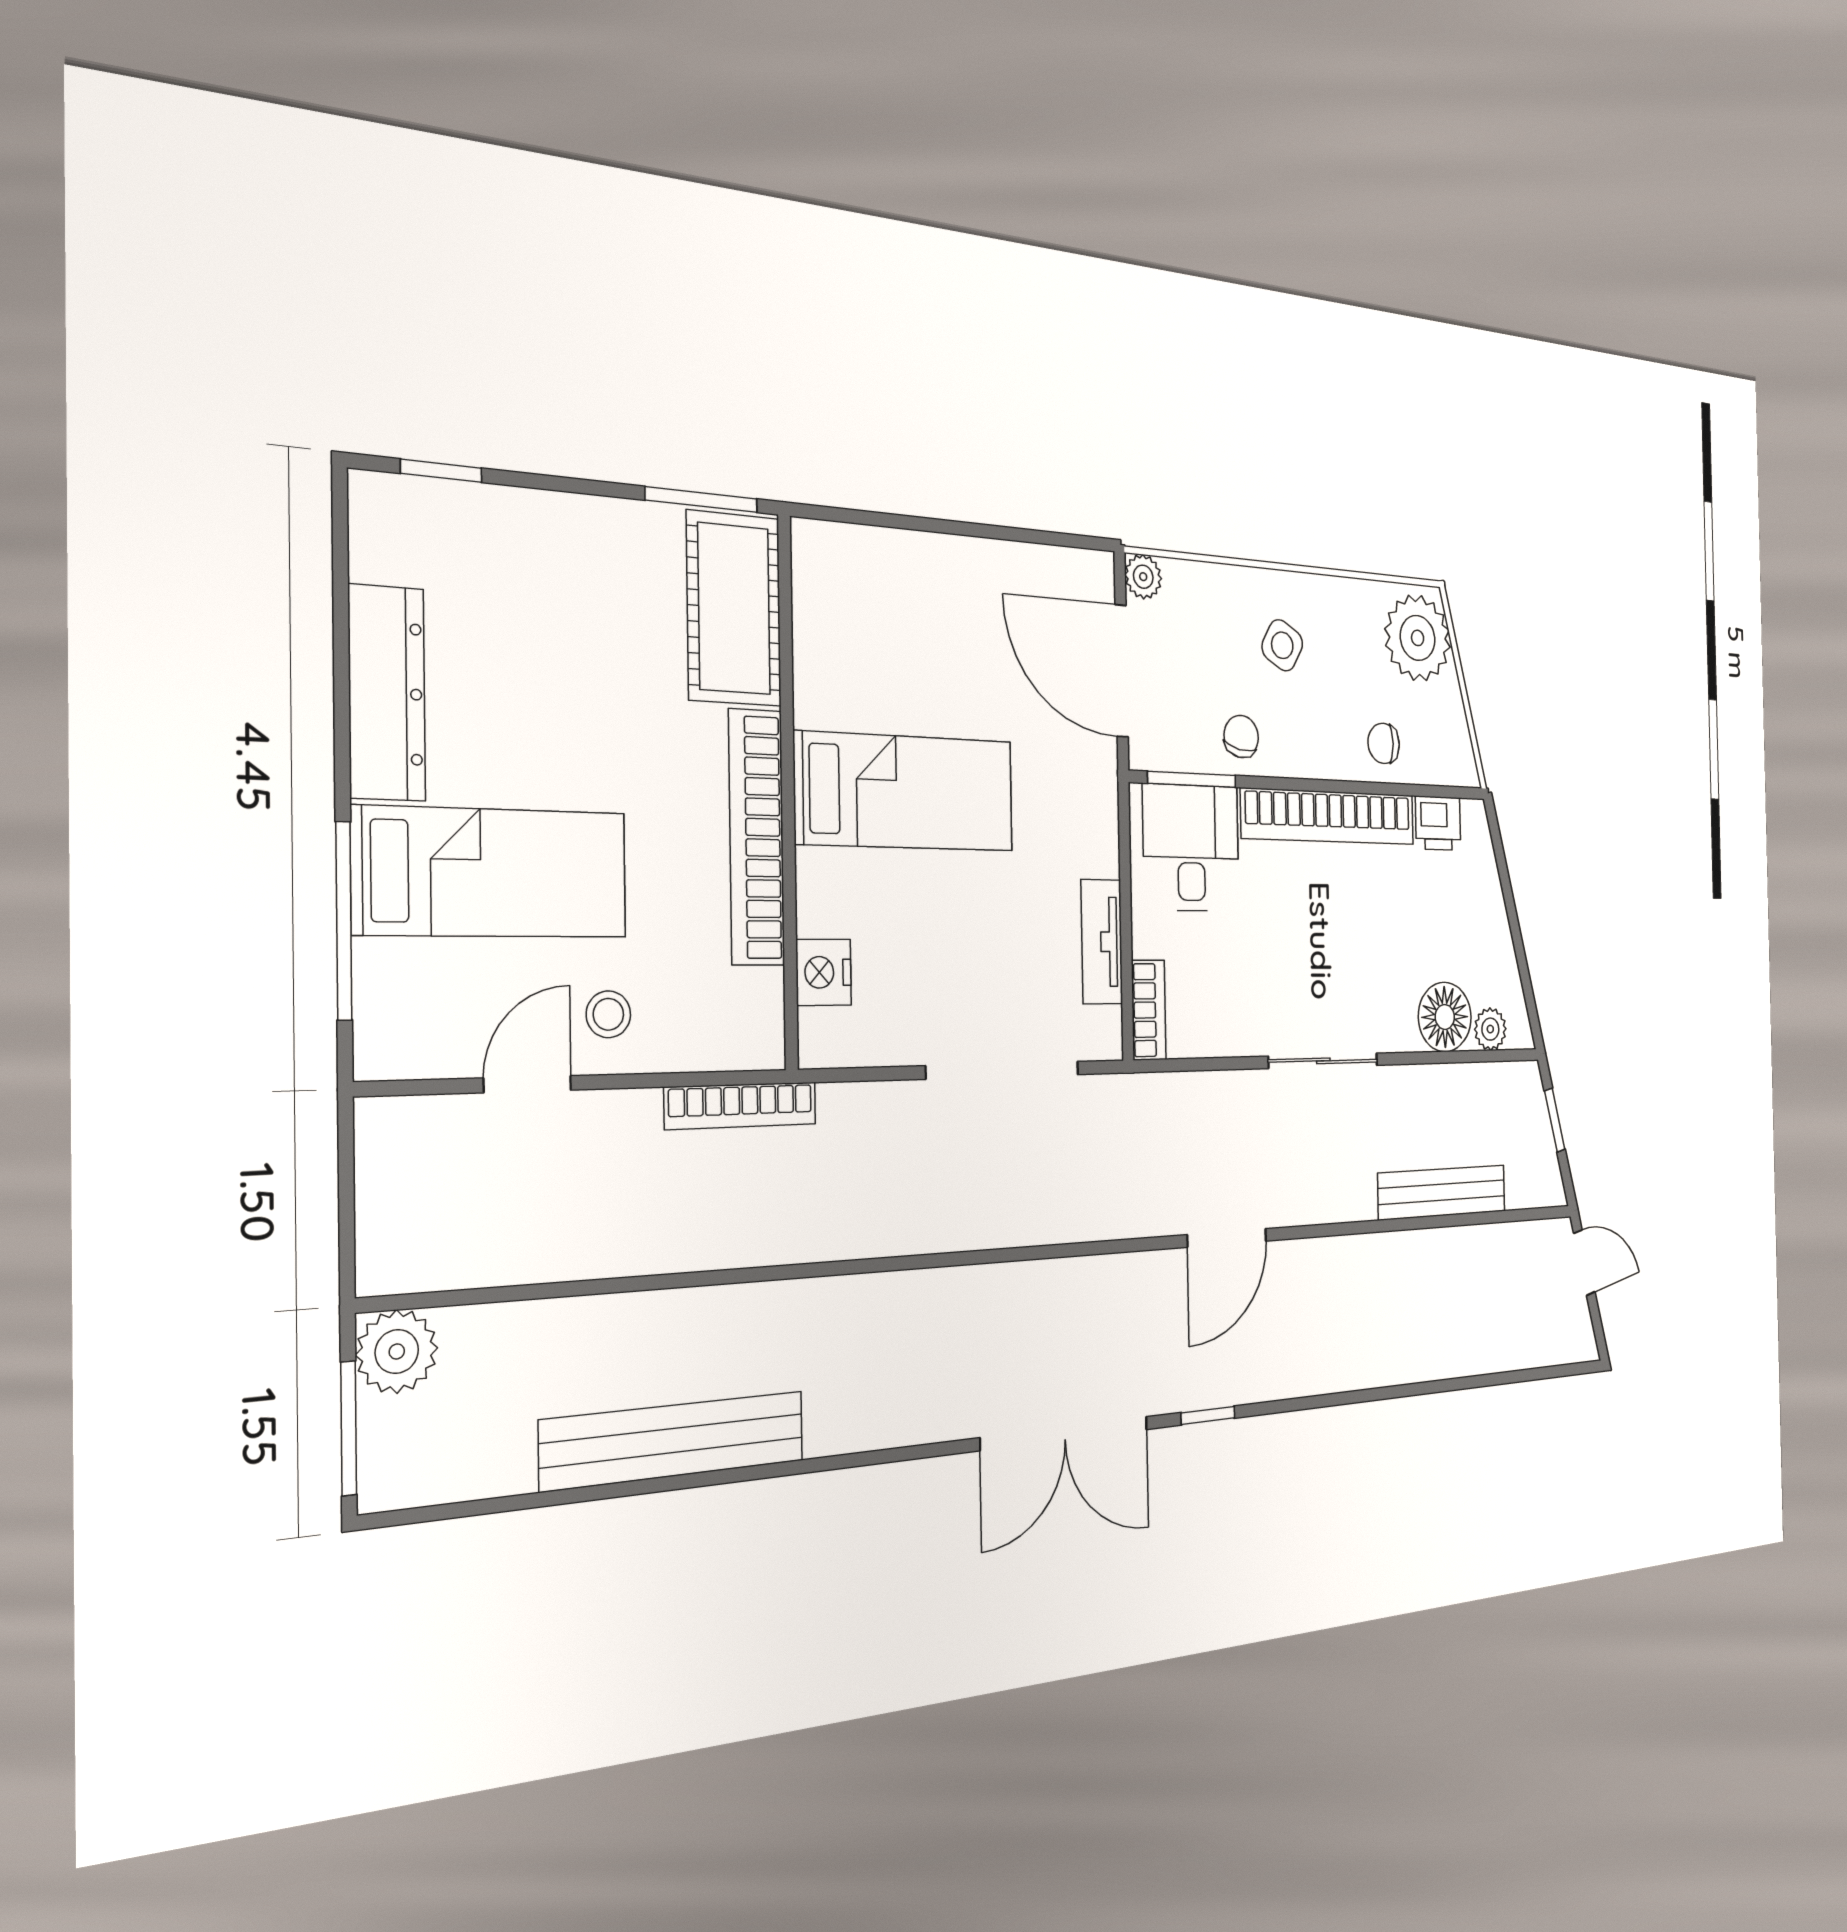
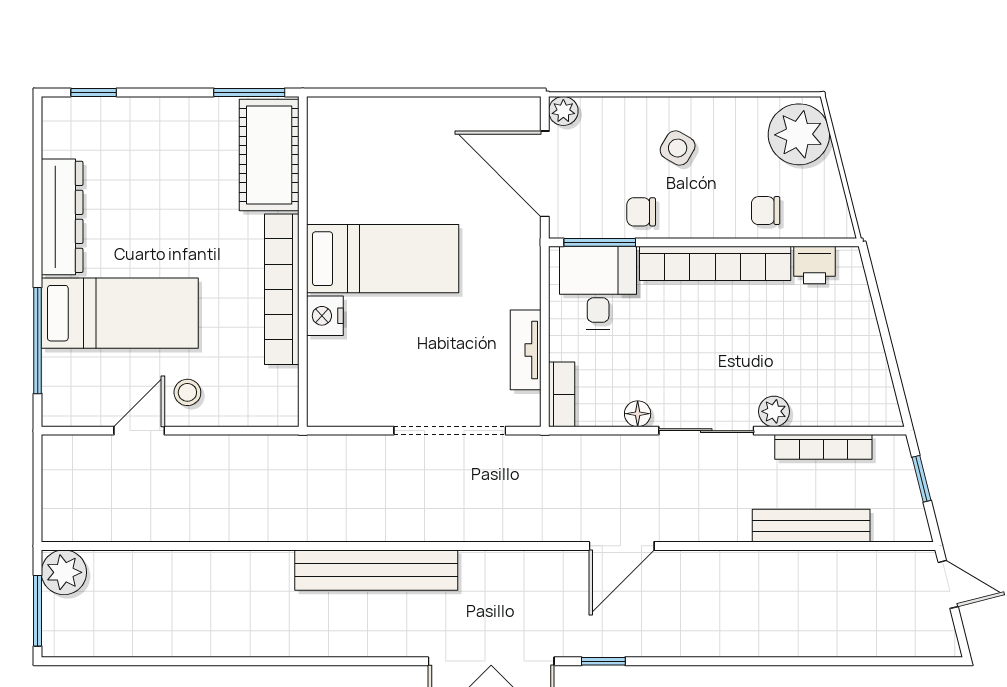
chair: (1241, 736) -> (641, 212), turned -101
nightstand: (824, 972) -> (325, 316), moved
floor lamp: (1445, 1017) -> (638, 414), moved, width x0.53, depth x0.53
plant: (1490, 1029) -> (774, 411), moved
bookcase: (741, 1106) -> (823, 447), moved
bench: (674, 1441) -> (376, 570), moved

